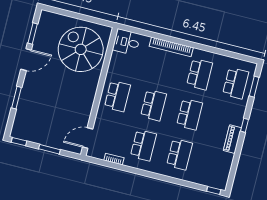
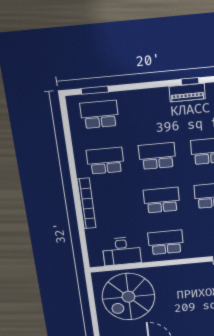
desk: (126, 42) -> (122, 251), moved, width x1.37
window: (244, 125) -> (190, 81), moved
piano: (232, 139) -> (187, 93), moved

